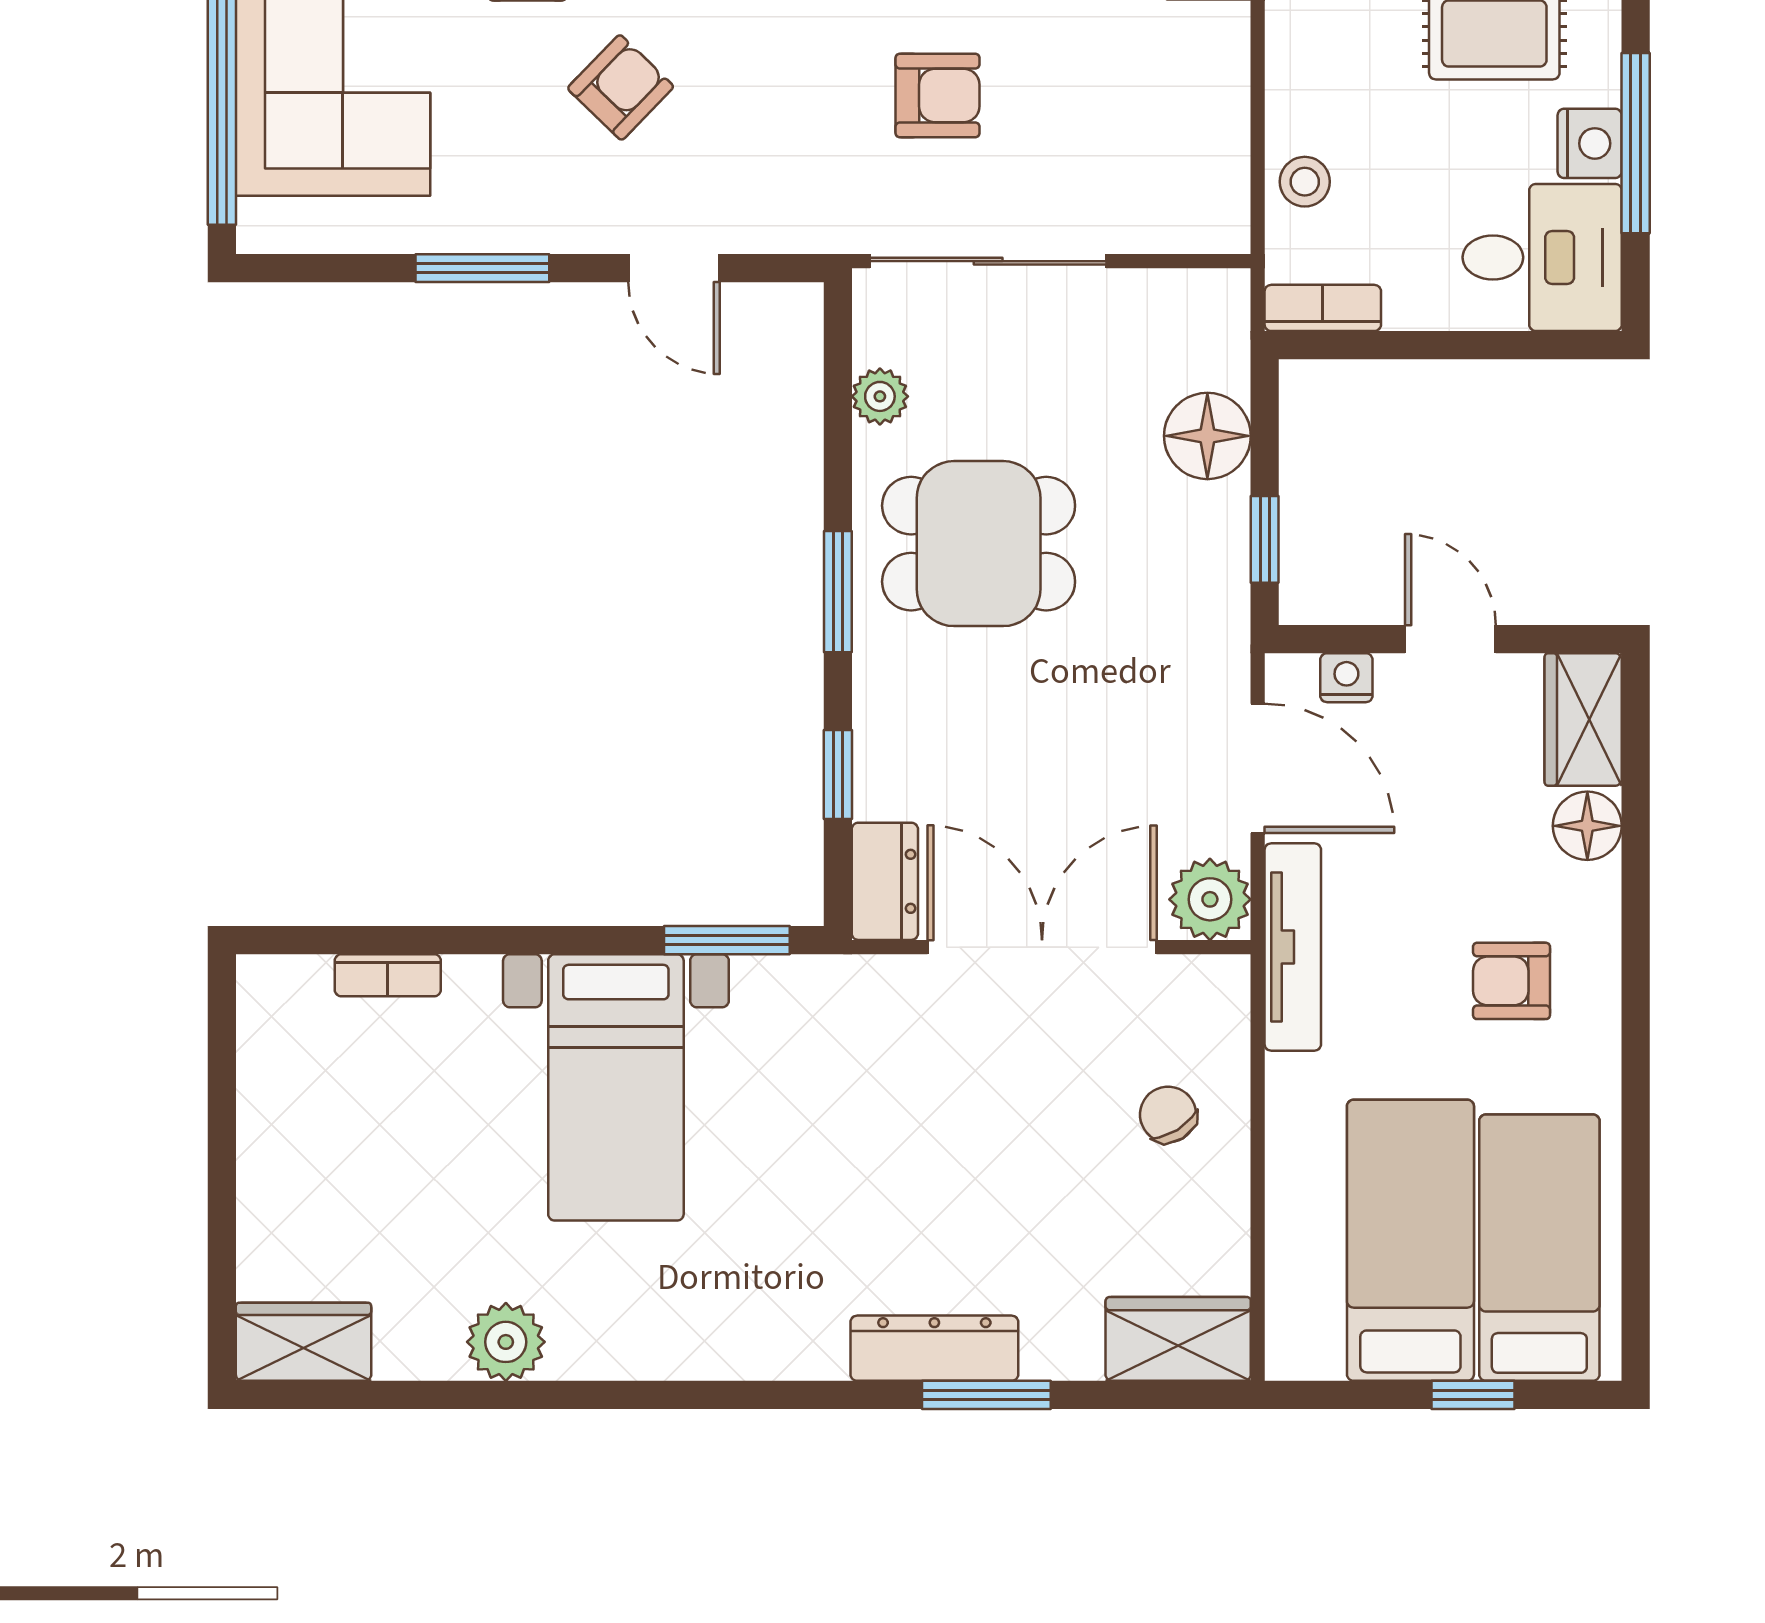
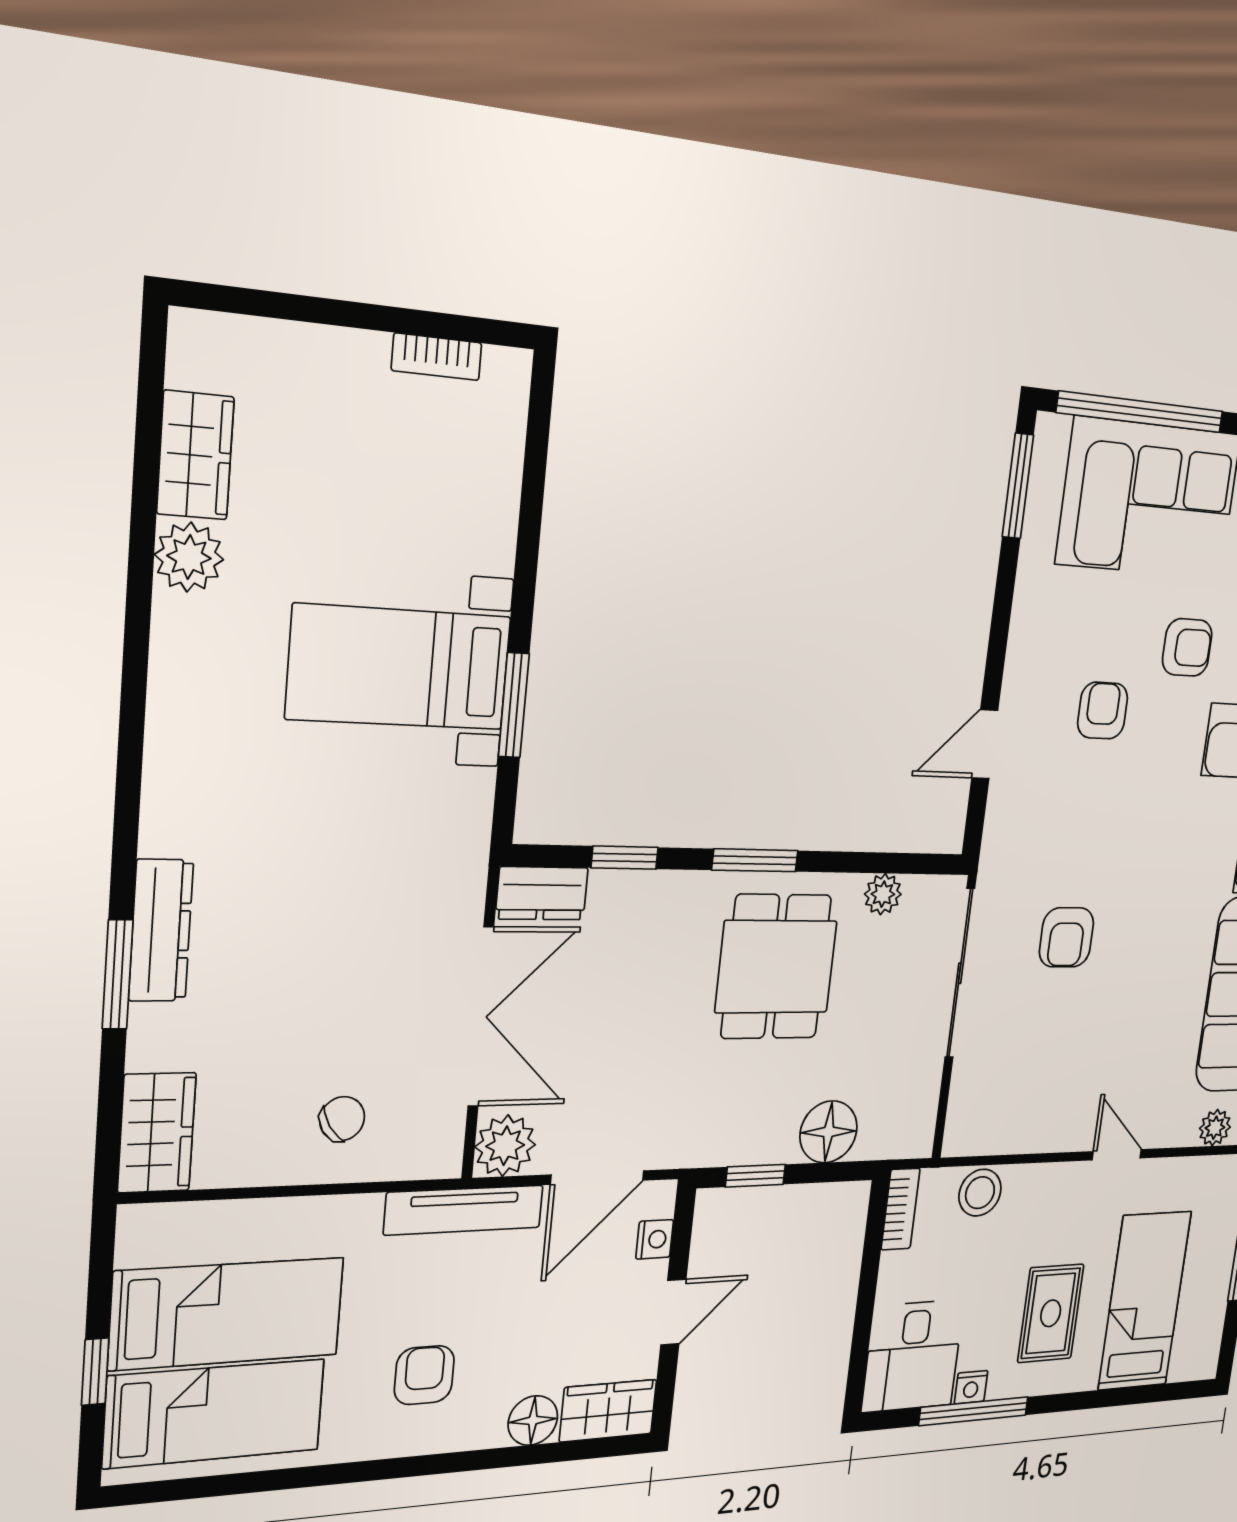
armchair: (621, 87) -> (1103, 711), turned -134
nightstand: (1590, 143) -> (971, 1387), width x0.72, depth x0.74
stool: (1305, 182) -> (980, 1193), width x1.37, depth x1.37
window: (482, 268) -> (1018, 486), moved
window: (727, 940) -> (514, 705), moved
bookcase: (388, 975) -> (437, 357), moved, turned -90
wardrobe: (304, 1342) -> (195, 455), moved

